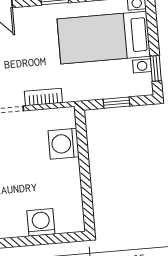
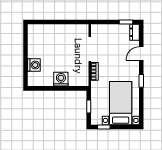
washing machine: (64, 144) -> (61, 79), moved

